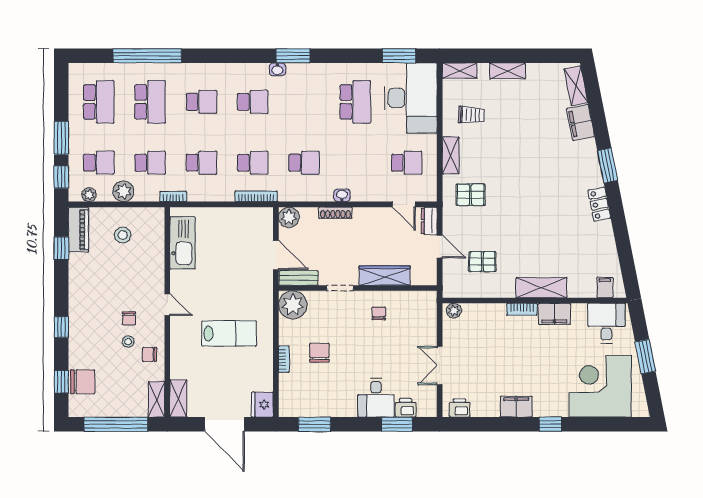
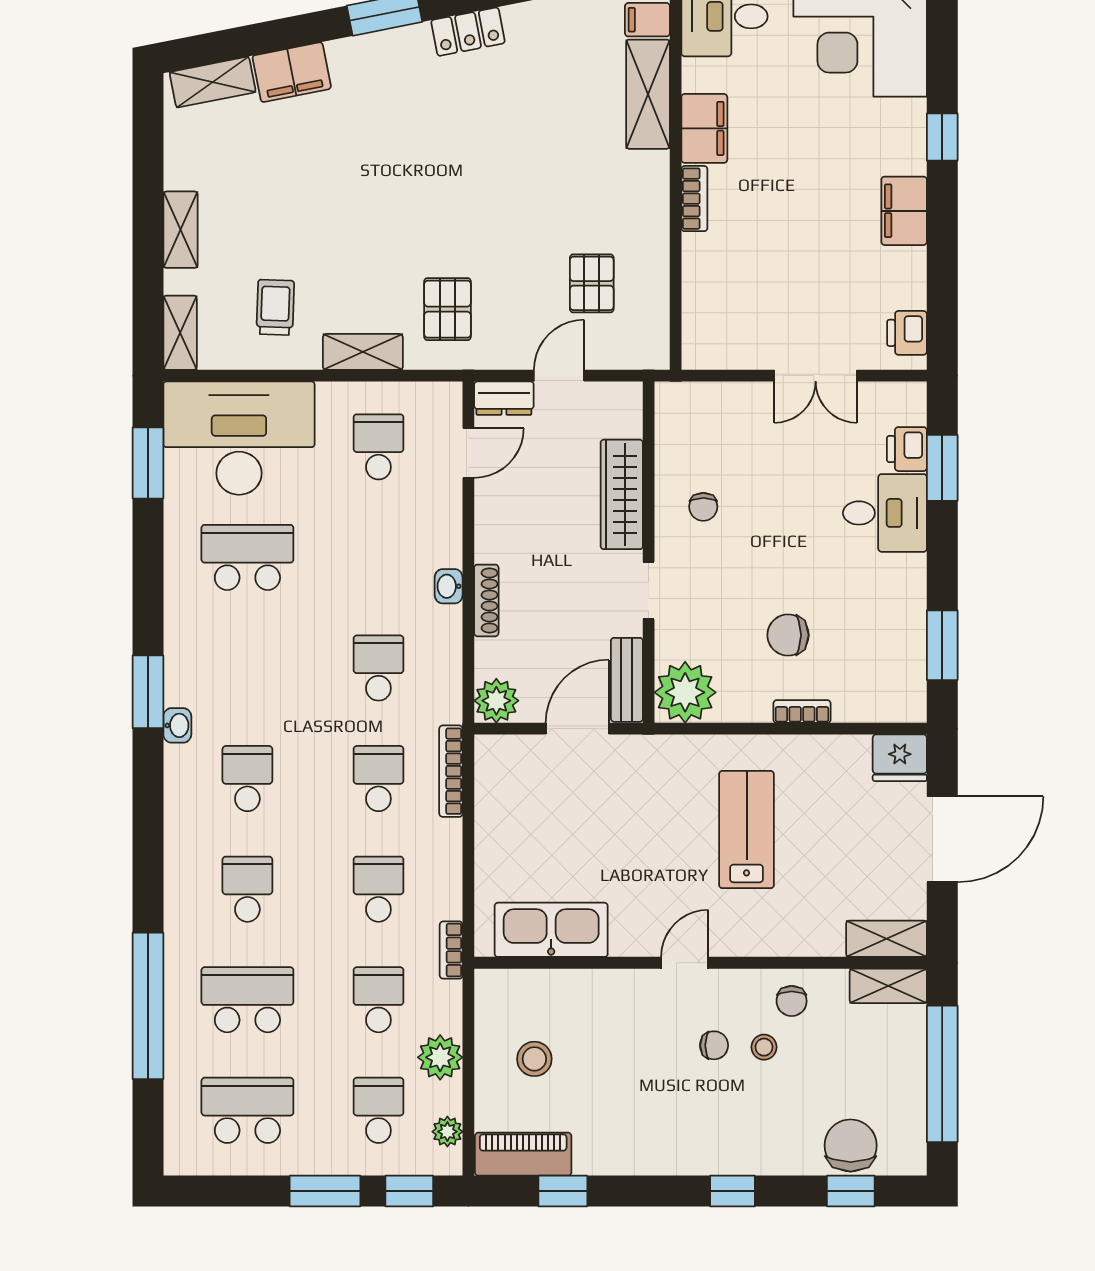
shelving: (541, 288) -> (648, 94), moved
plant: (454, 311) -> (697, 345), removed
chair: (379, 313) -> (703, 507), turned -90

